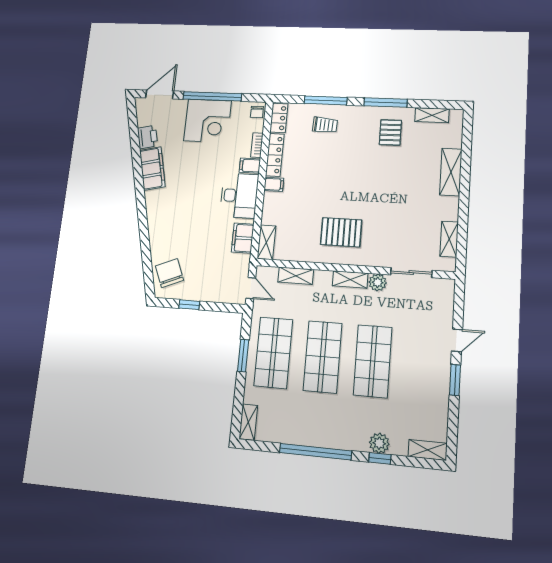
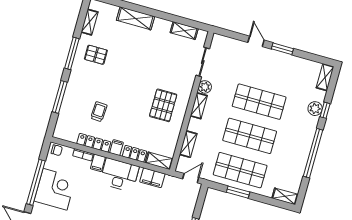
locker: (279, 118) -> (134, 154), moved
trolley: (325, 125) -> (99, 112), moved

